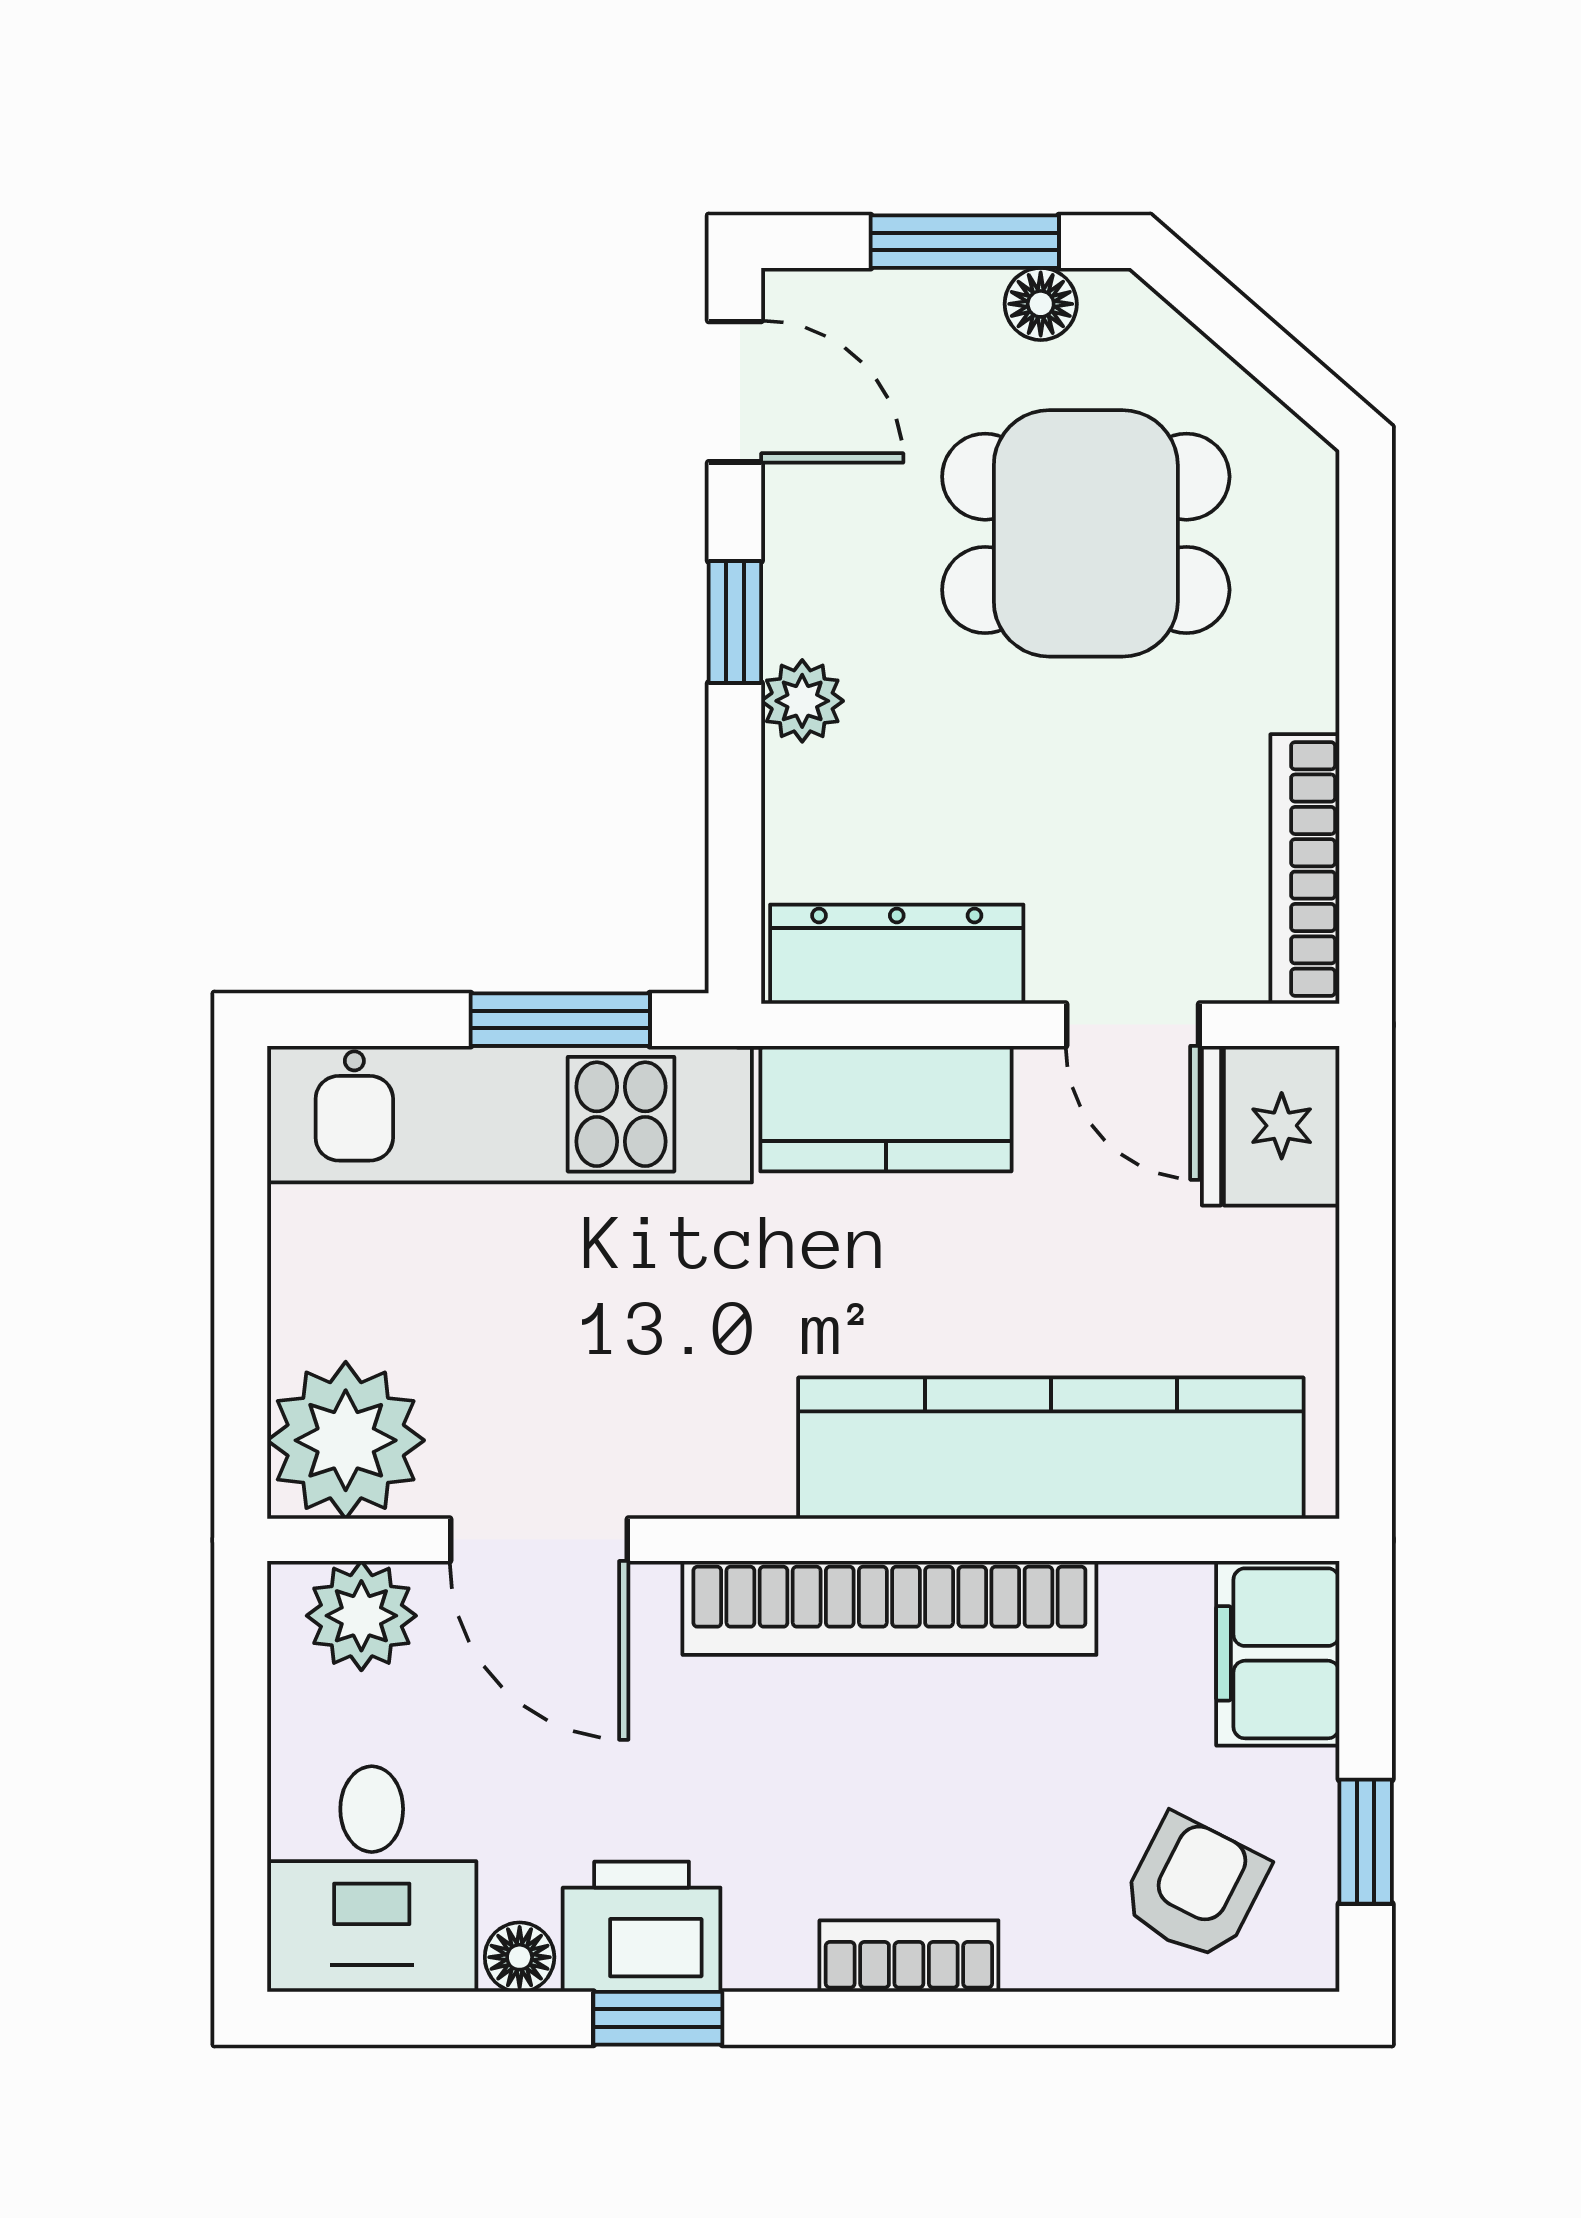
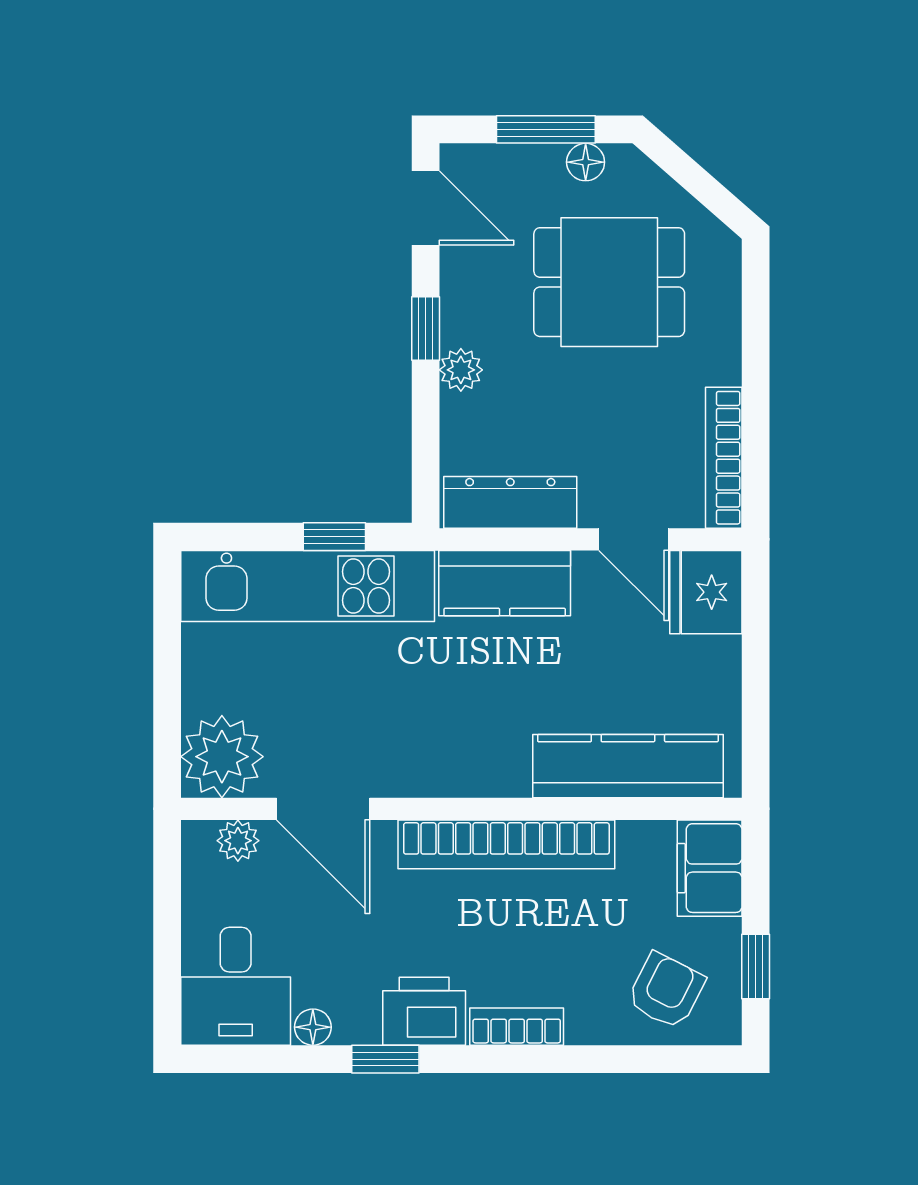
window: (560, 1020) -> (334, 537), width x0.67
kitchen counter: (1051, 1448) -> (628, 766), width x0.72, depth x0.86
plant: (361, 1616) -> (238, 841), width x0.73, depth x0.73
printer: (642, 1927) -> (424, 1011), moved

